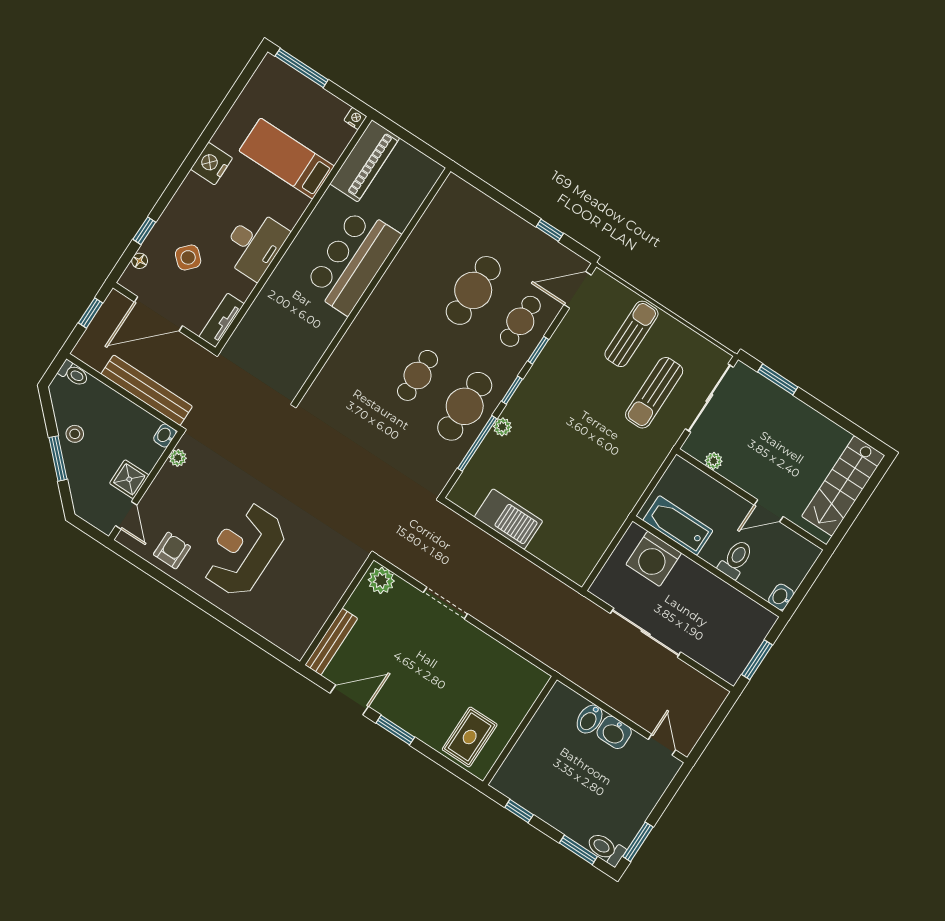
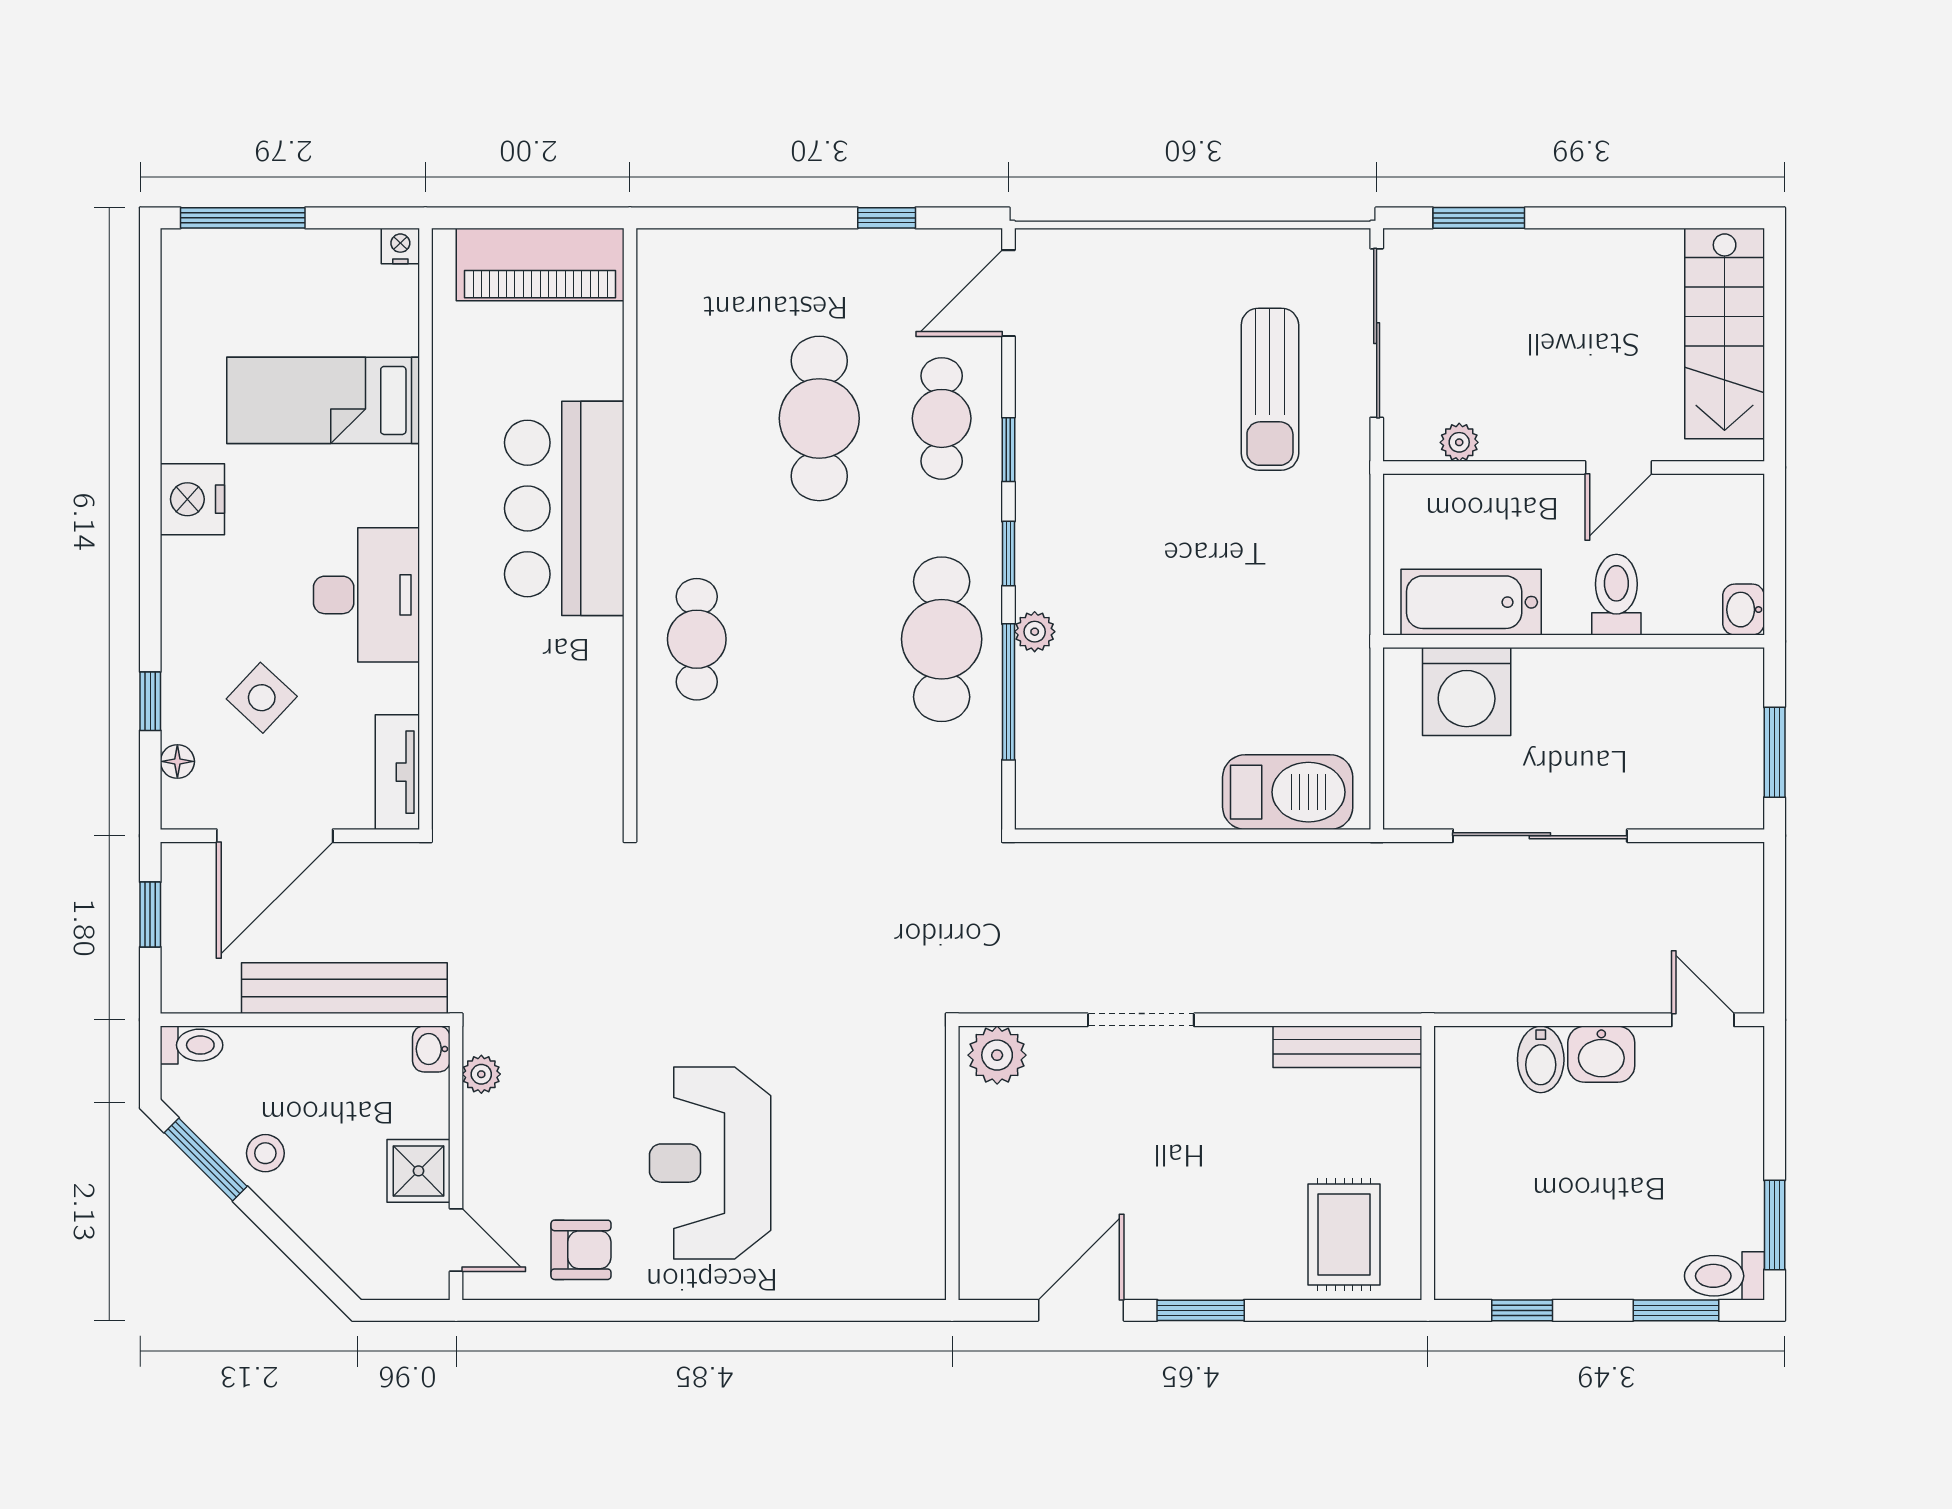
piano: (365, 161) -> (540, 265), moved, turned 90
sun lounger: (631, 334) -> (1159, 309), removed
cafe table: (418, 375) -> (697, 639), moved
window: (58, 458) -> (206, 1159), moved
barbecue: (509, 519) -> (1288, 792), moved
armchair: (172, 551) -> (581, 1250), turned 90
bench: (331, 642) -> (1347, 1047), moved, turned 90

